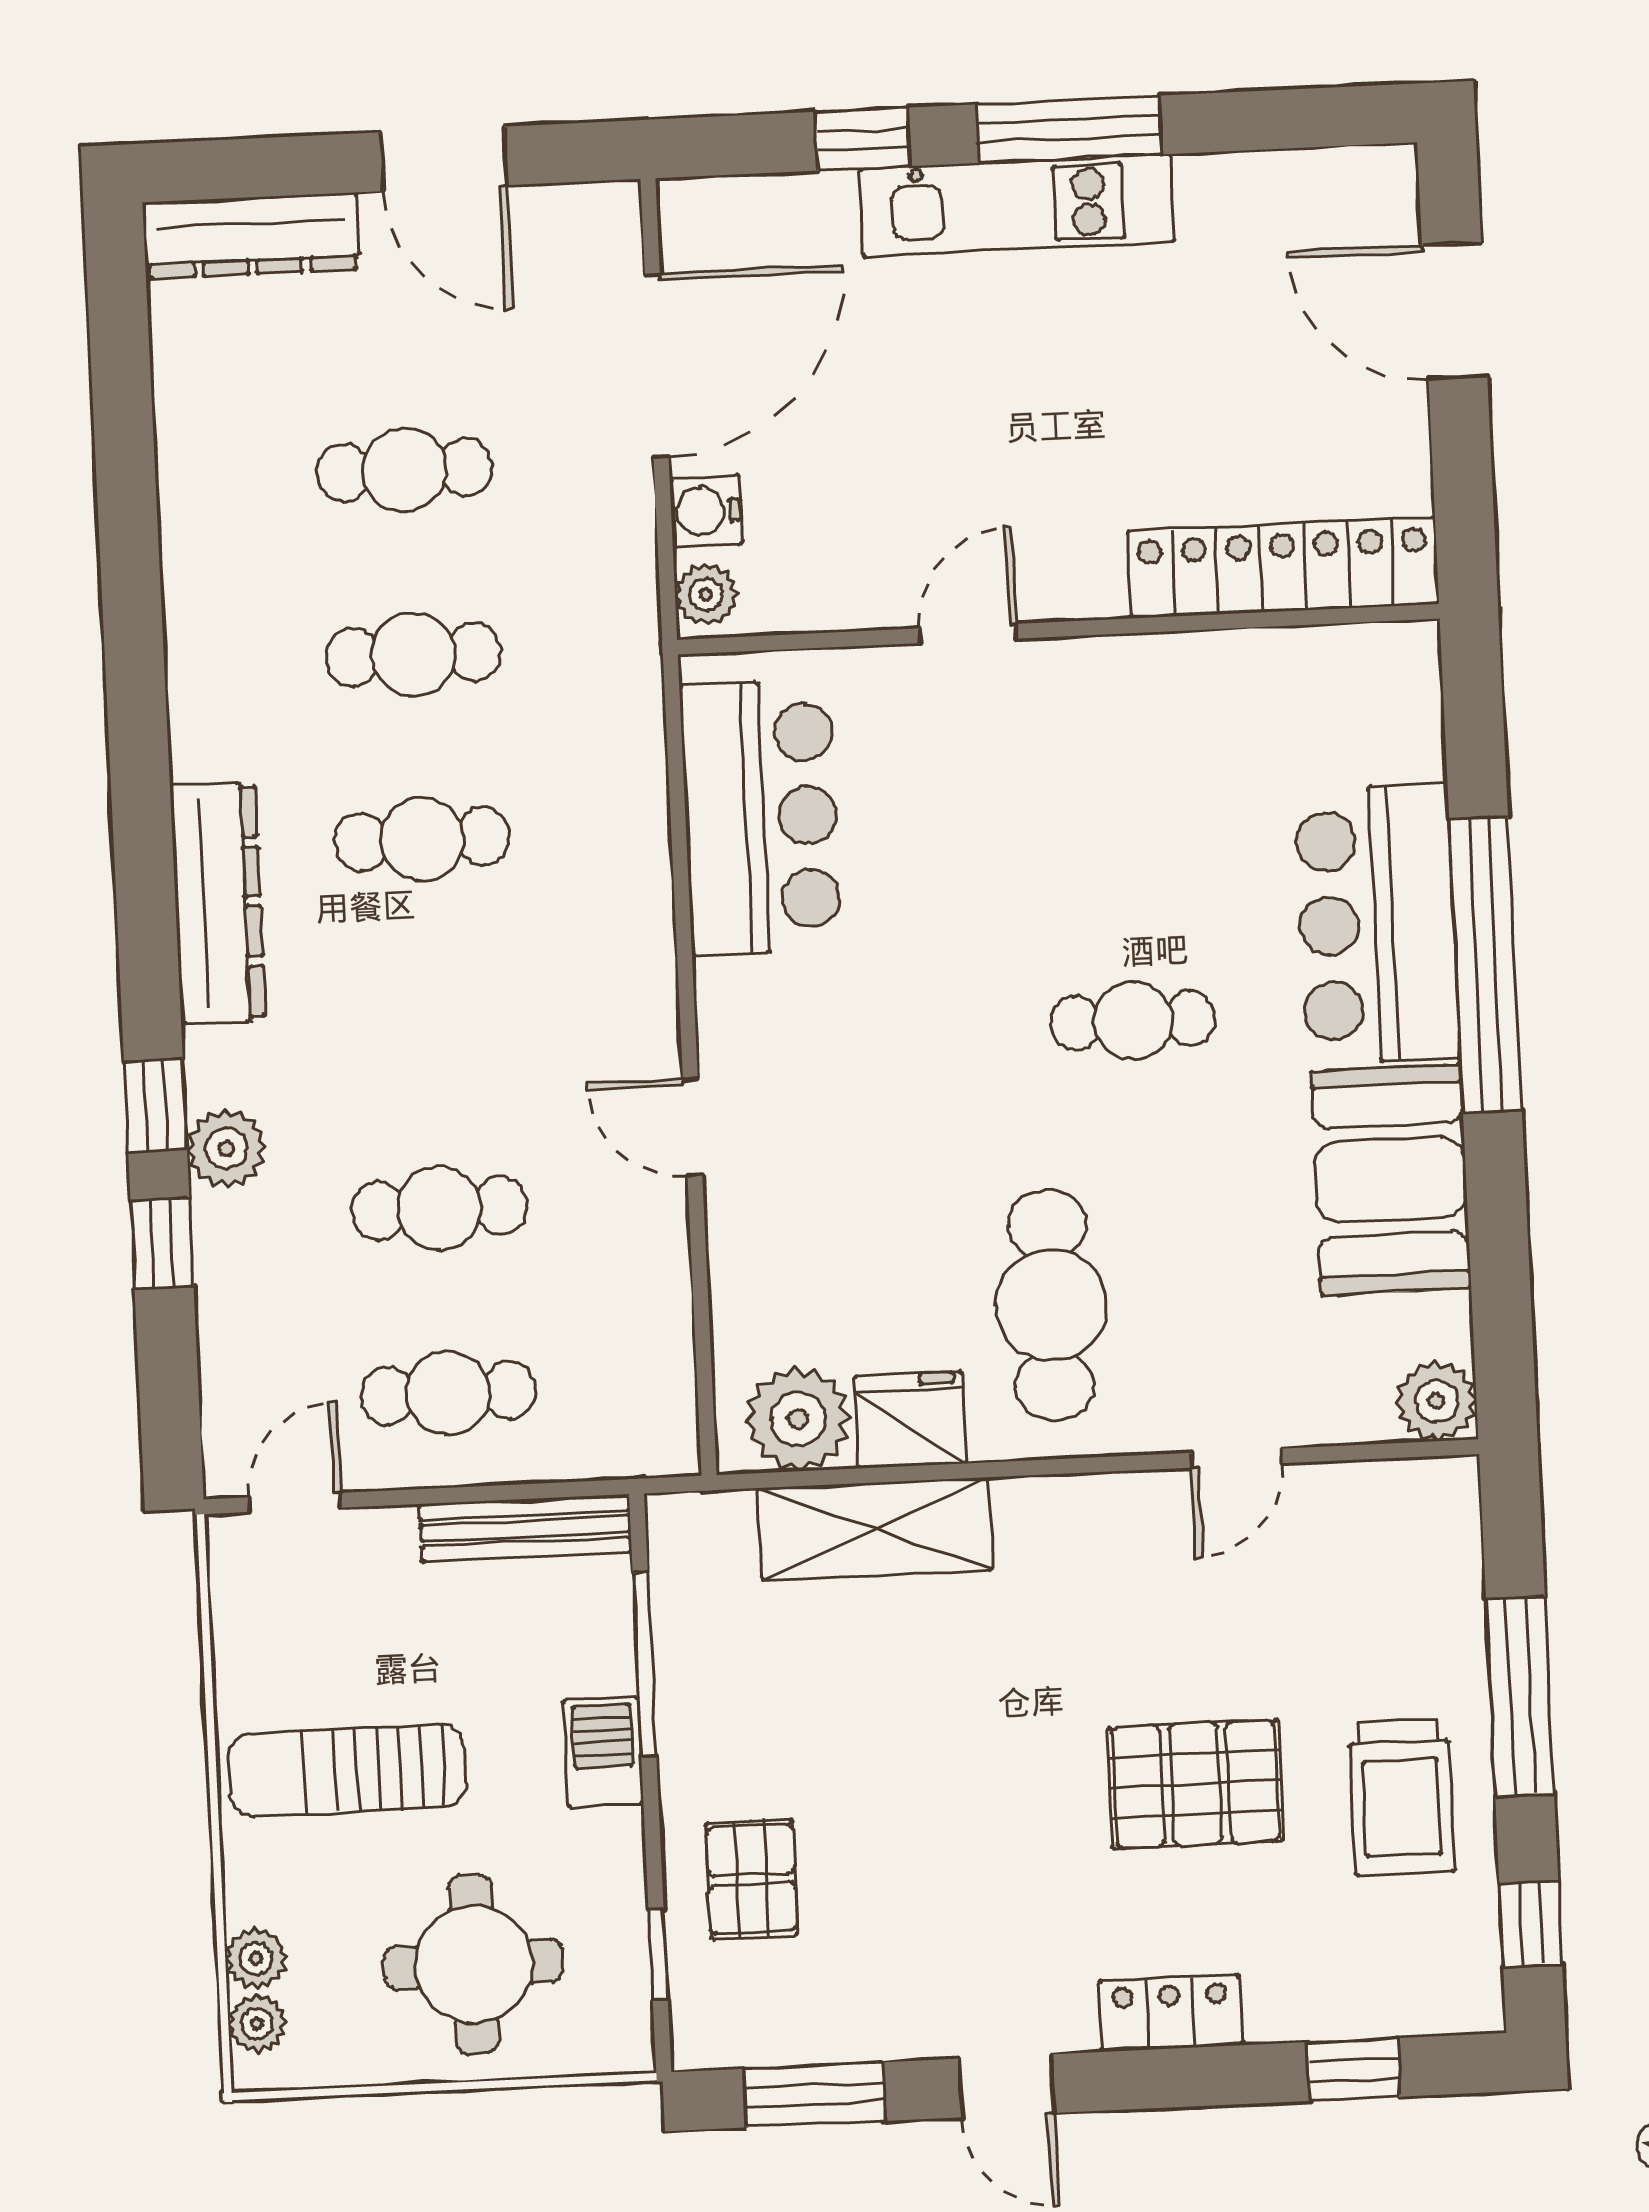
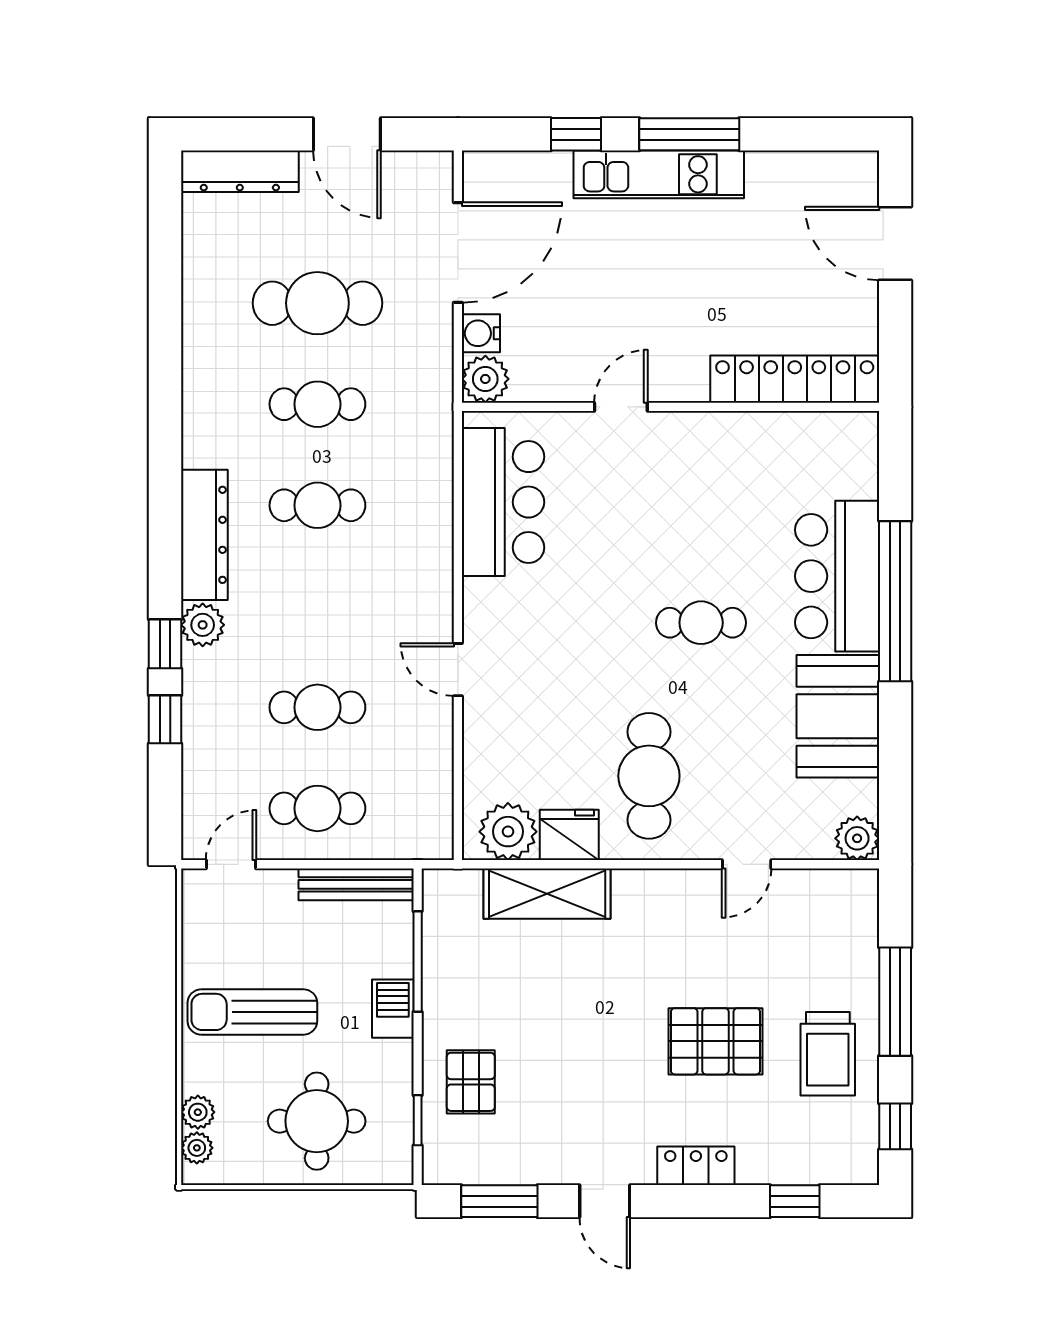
cafe table: (405, 470) -> (317, 303), width x1.37, depth x1.35
plant: (706, 595) -> (485, 379), width x1.38, depth x1.38
plant: (226, 1149) -> (203, 625), moved

